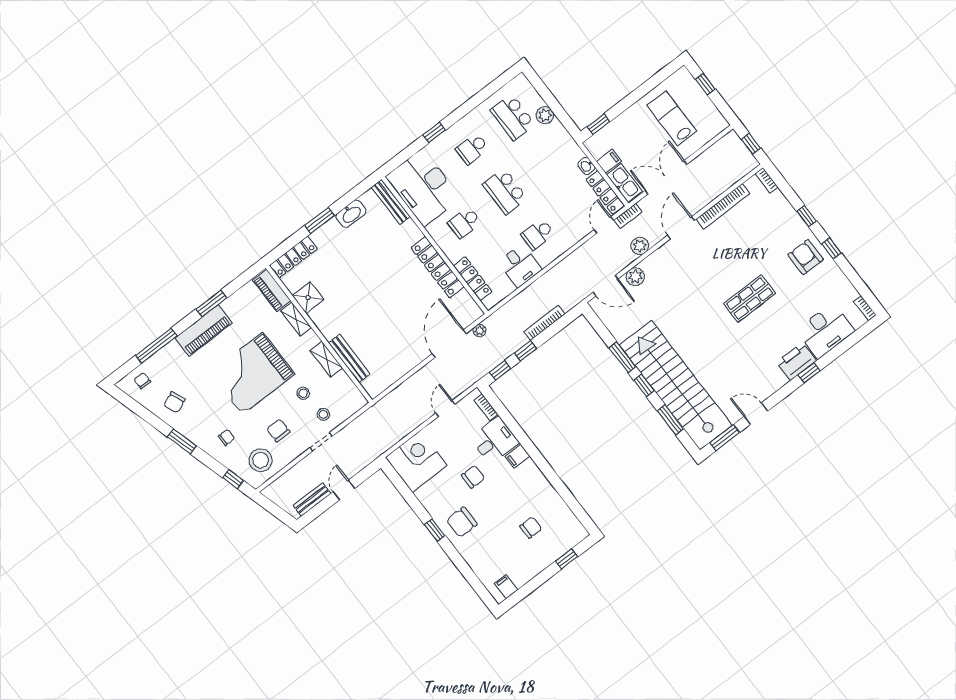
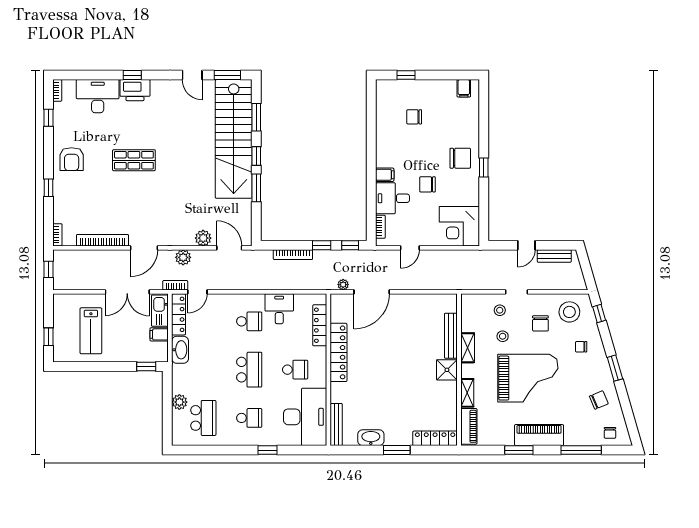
washbasin: (586, 166) -> (180, 350), width x1.91, depth x1.45
window: (831, 249) -> (49, 118), moved
shower: (308, 298) -> (447, 370), moved

